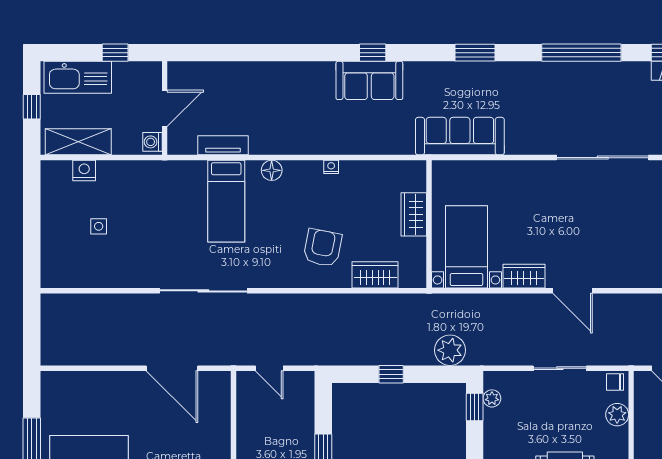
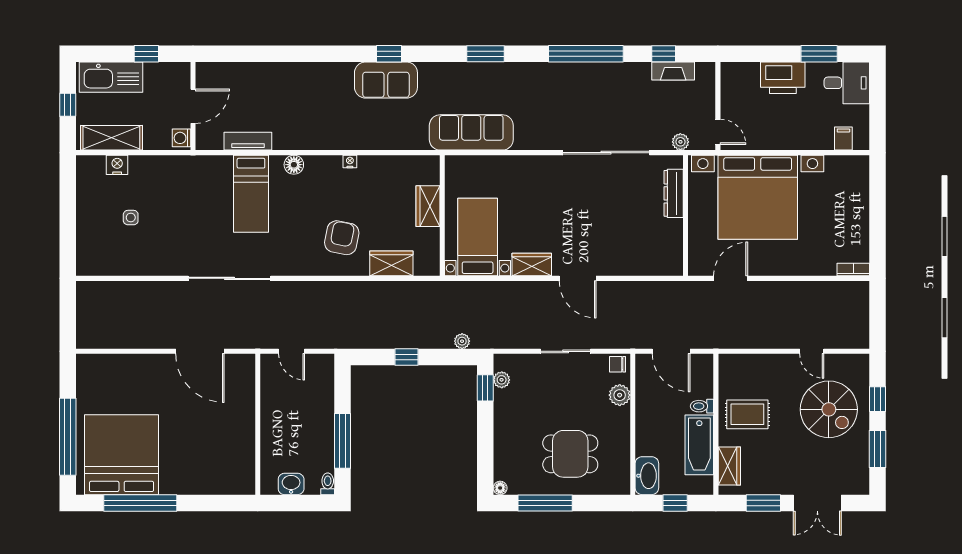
plant: (450, 350) -> (462, 341), width x0.53, depth x0.53

